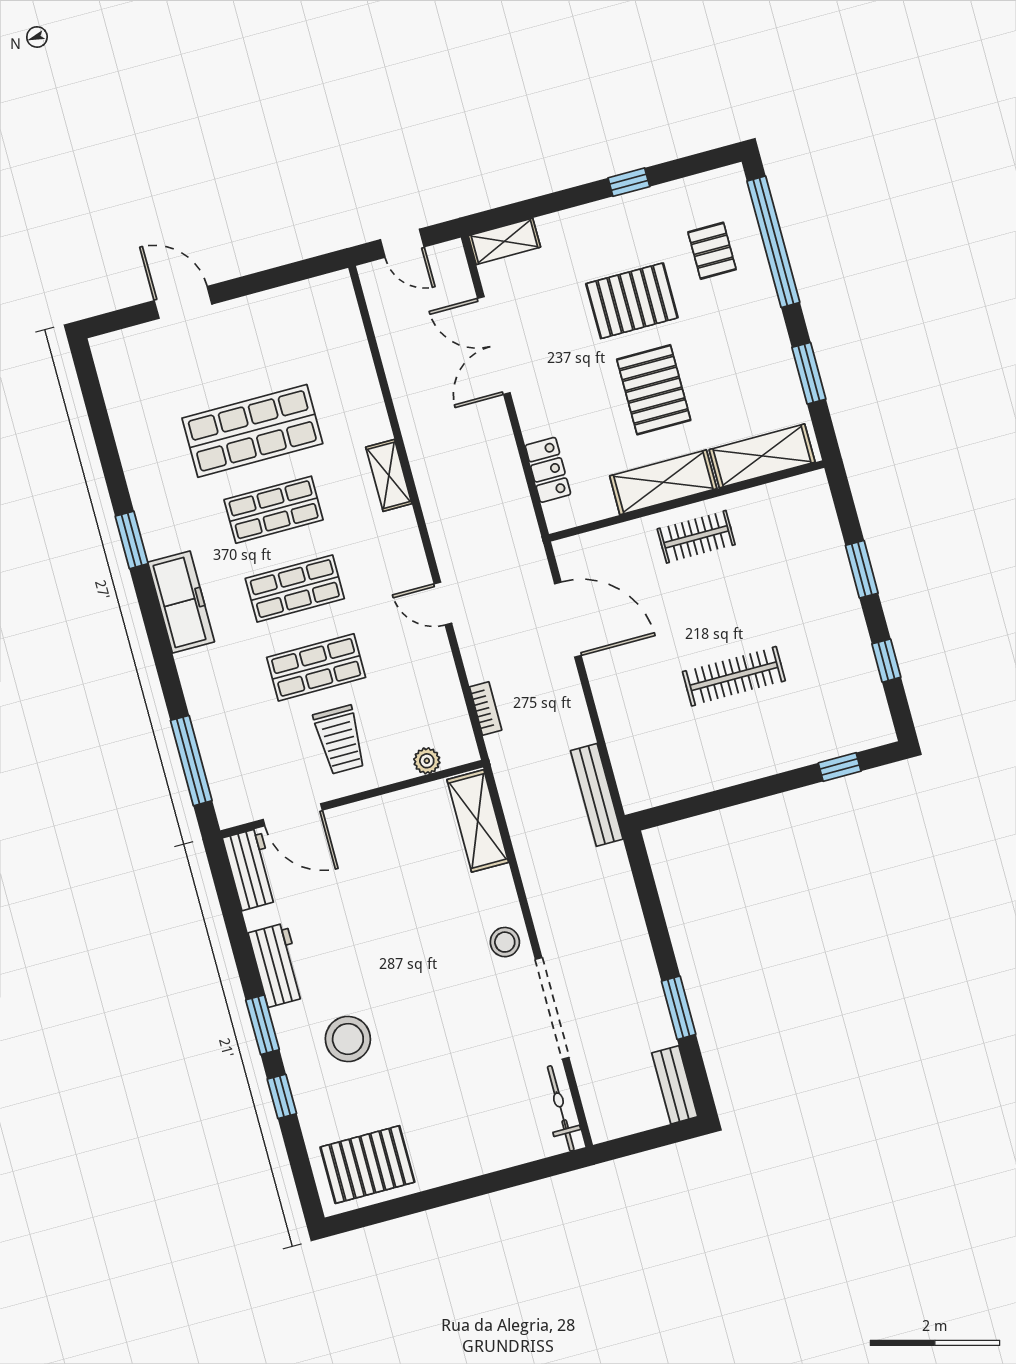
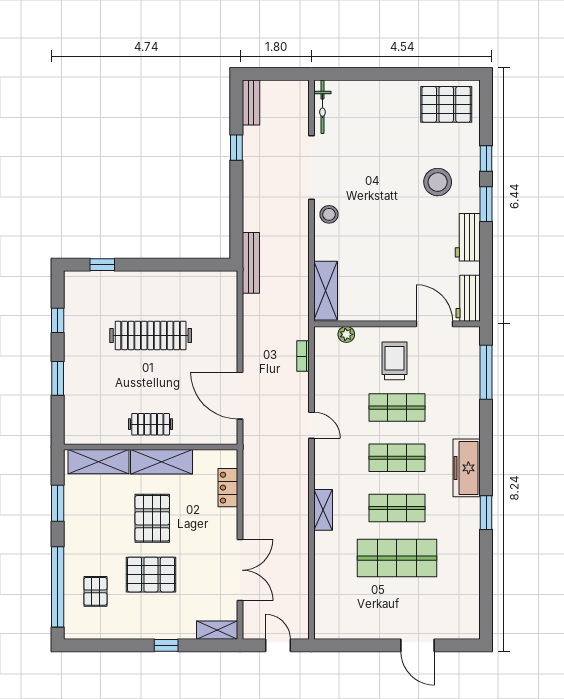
window: (629, 182) -> (166, 645), moved
clothes rail: (734, 676) -> (151, 335), width x1.37, depth x1.31
bench: (597, 795) -> (251, 263), moved
window: (679, 1008) -> (236, 148), width x0.67

